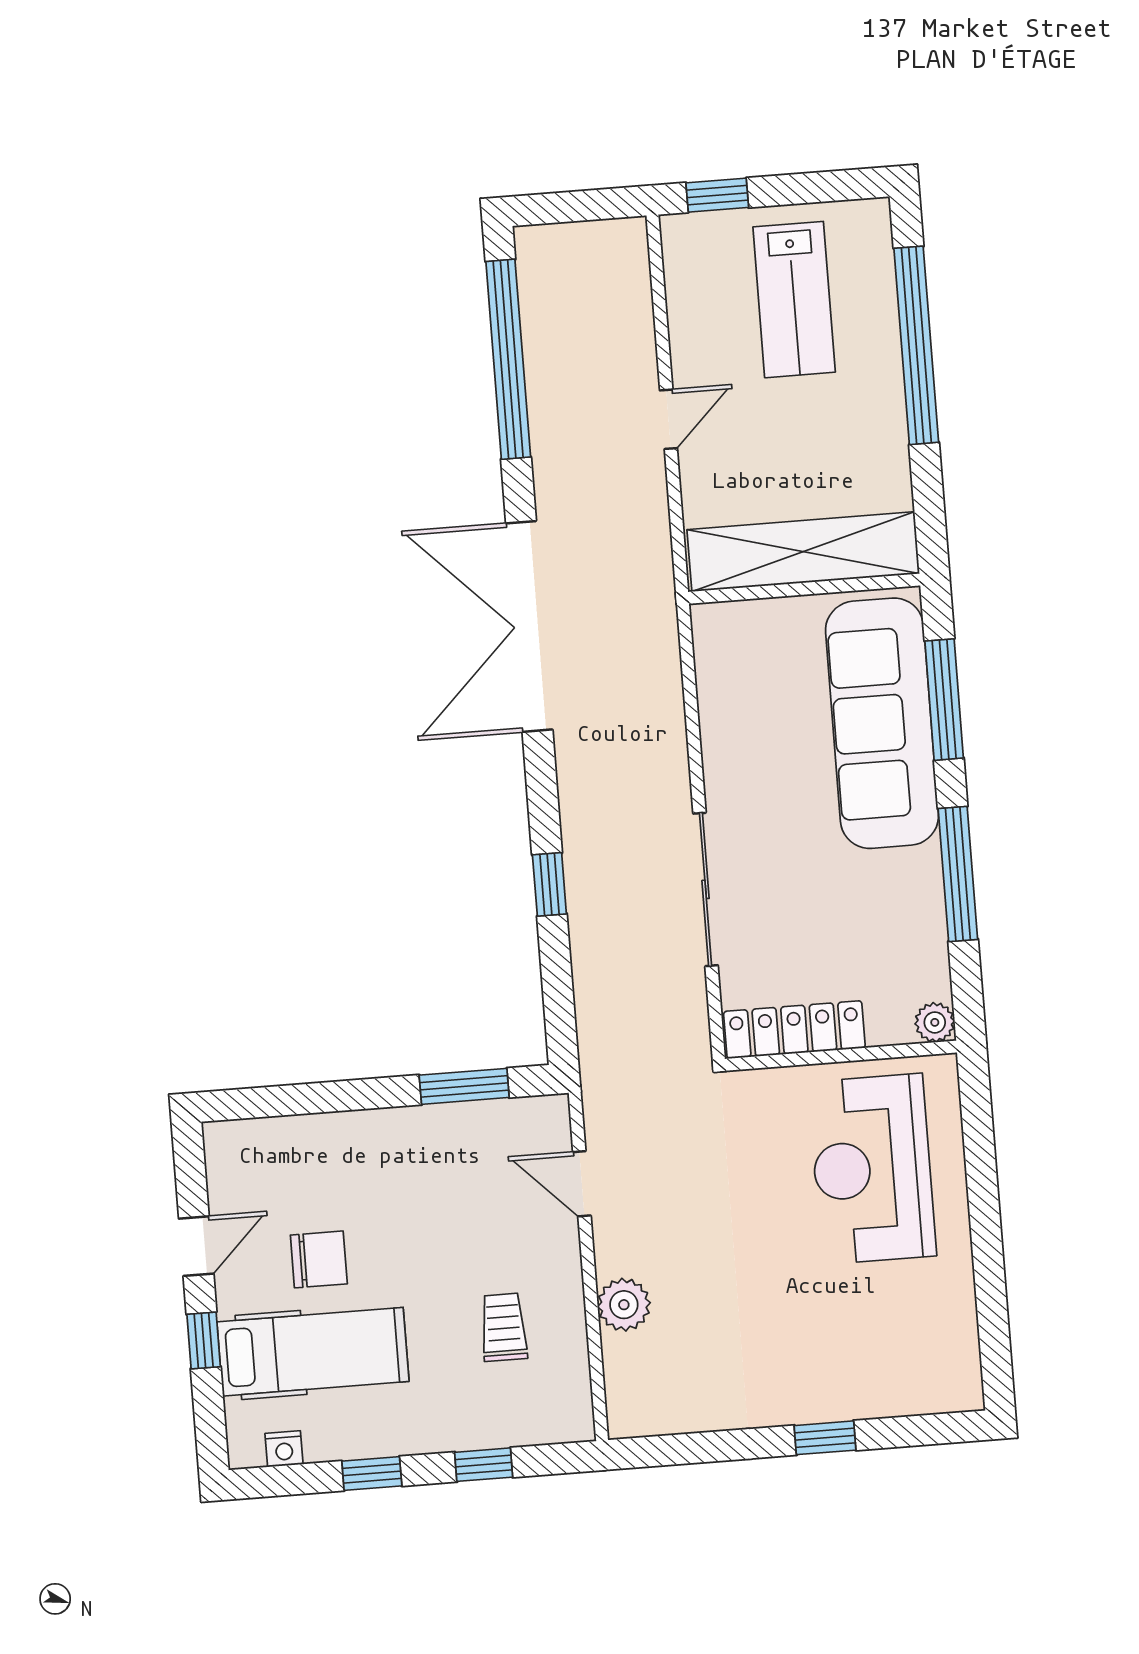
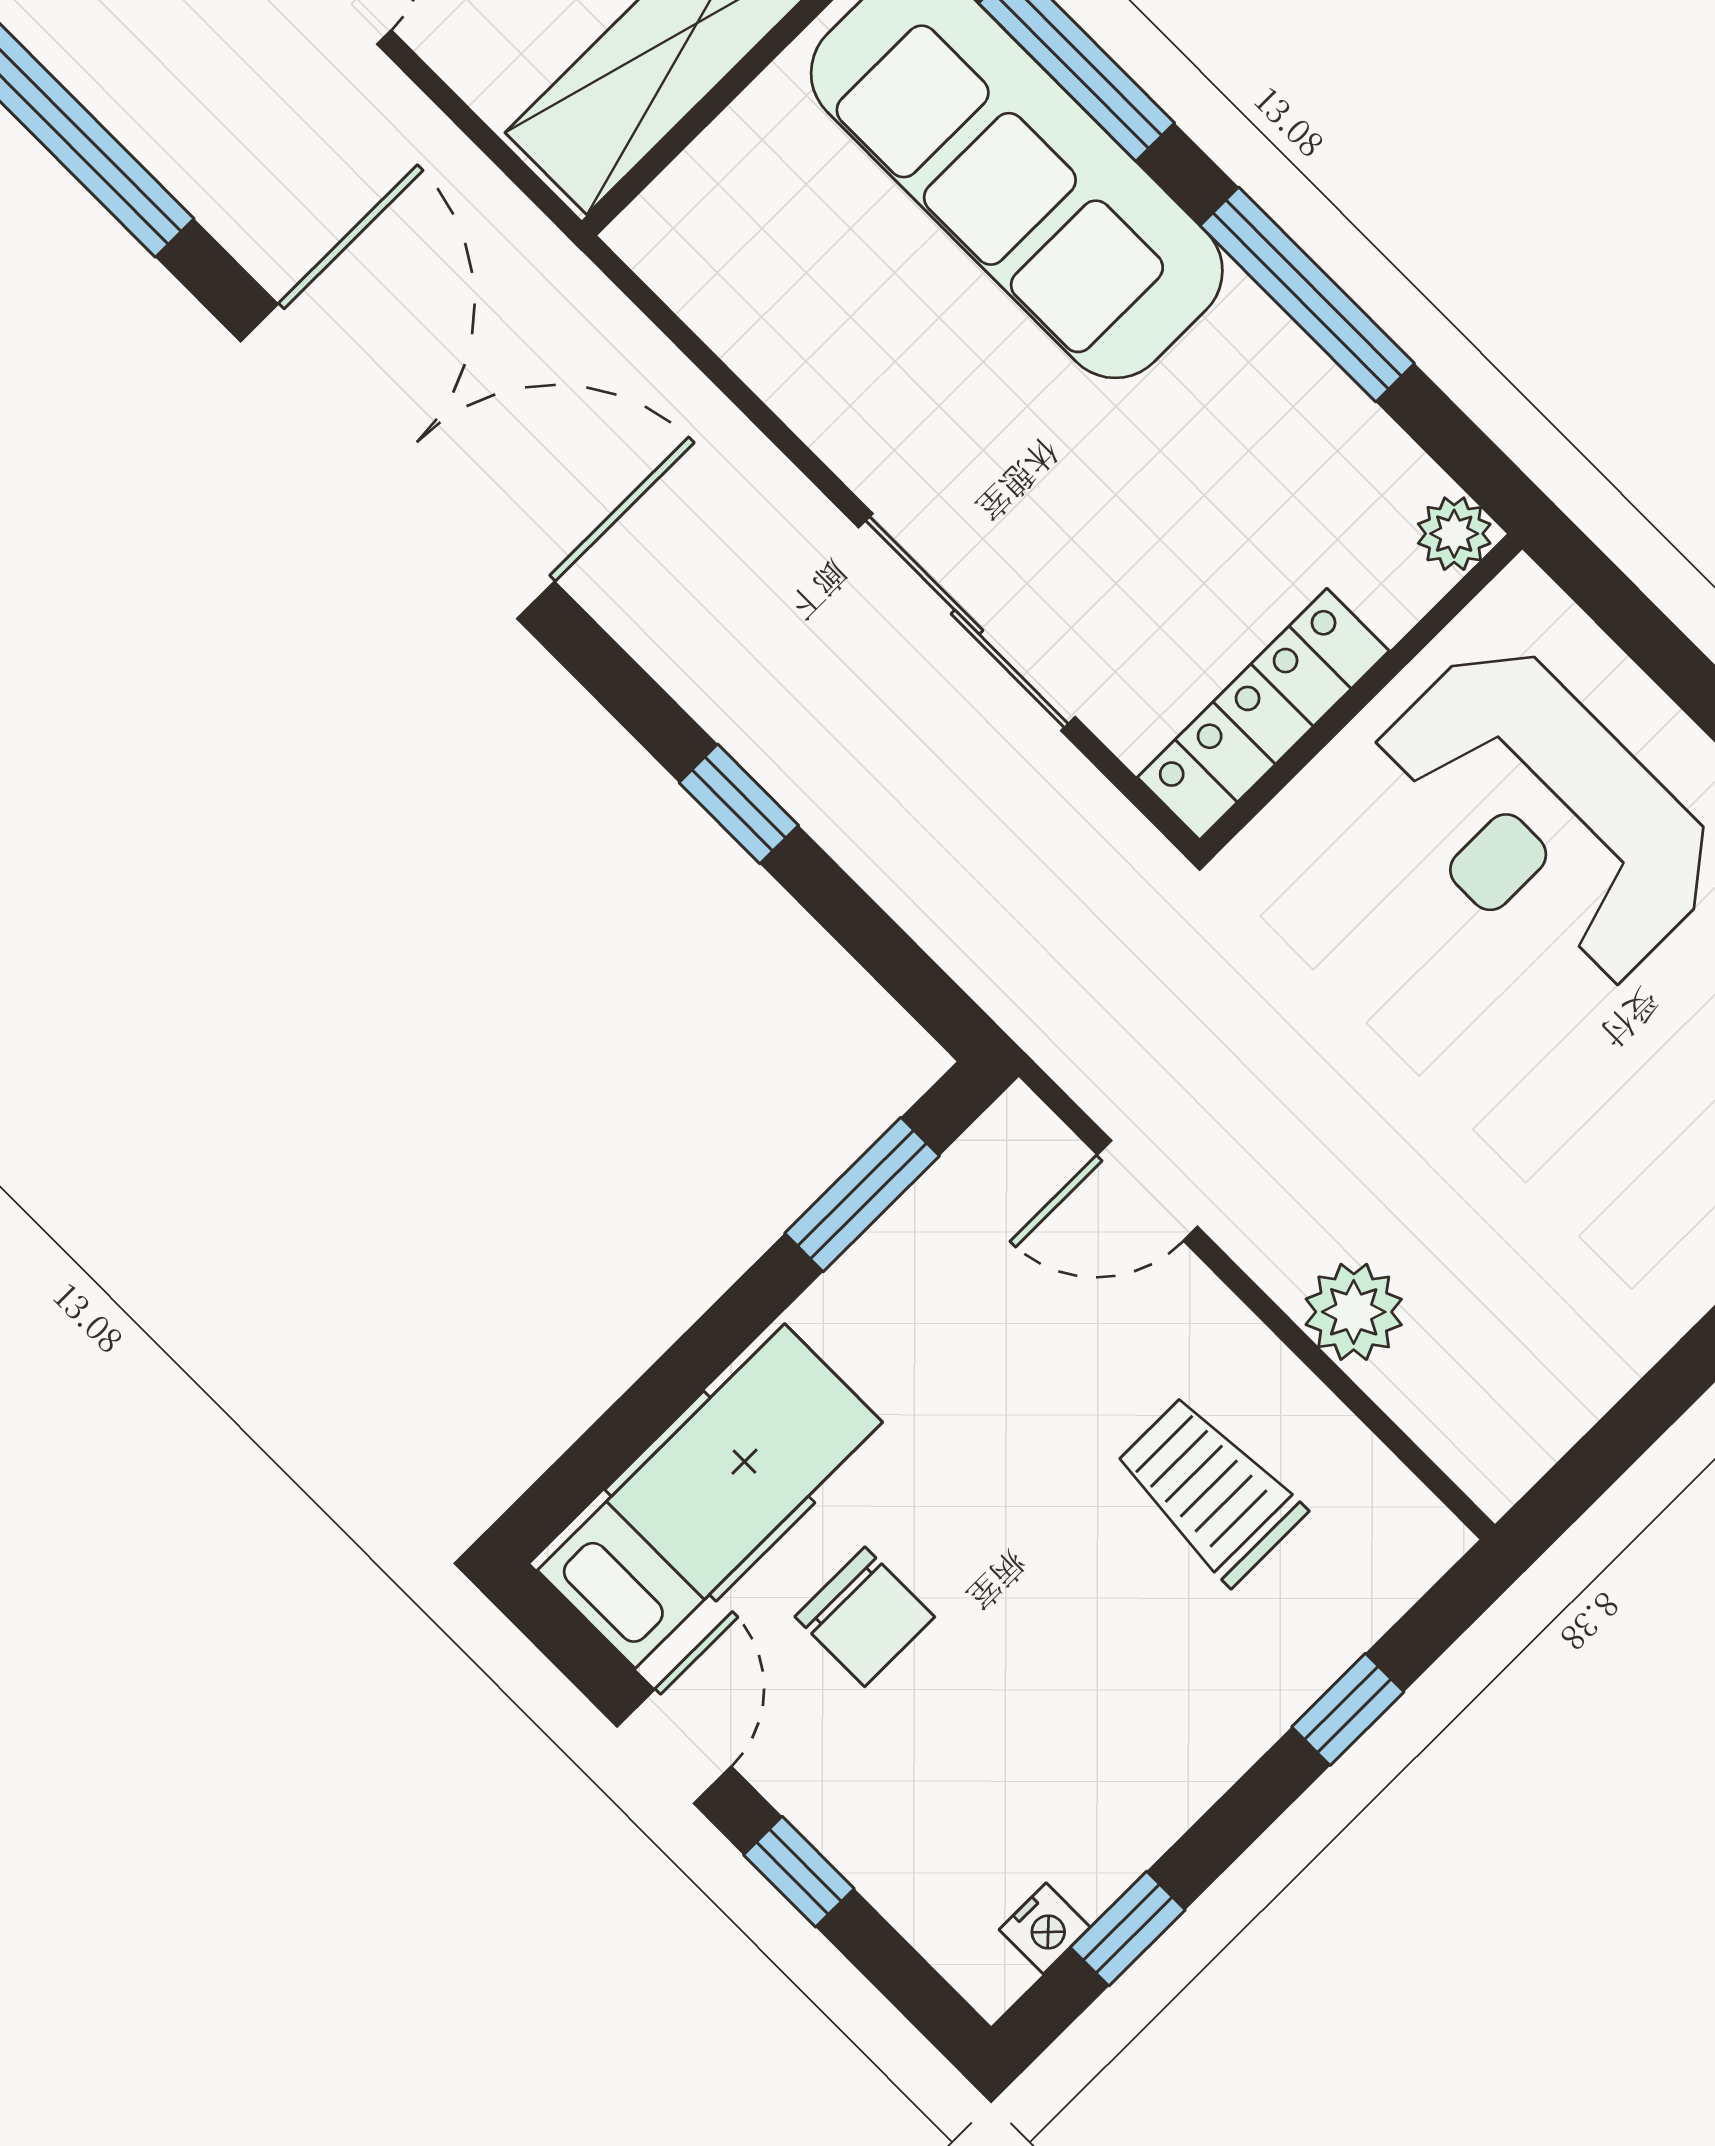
double door: (529, 626) -> (398, 461), swing flipped
chair: (319, 1259) -> (865, 1617), turned 90
trolley: (504, 1327) -> (1210, 1490), width x1.36, depth x1.39
hospital bed: (313, 1352) -> (710, 1496), moved
window: (372, 1473) -> (1128, 1929), moved

